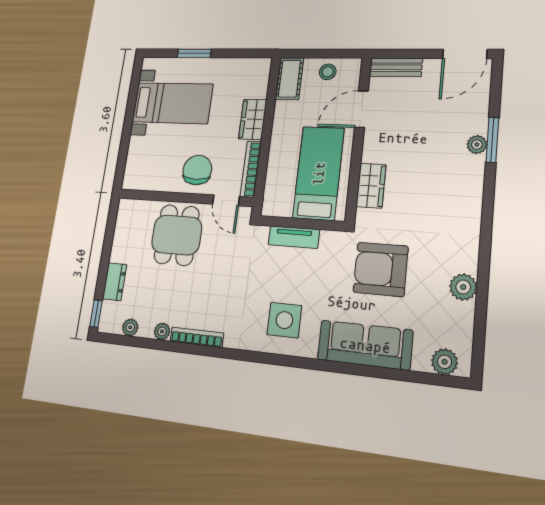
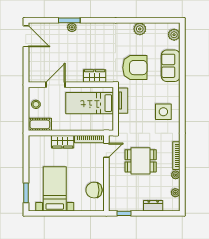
window: (194, 53) -> (26, 193), moved
bench: (396, 67) -> (33, 69), removed
door: (361, 109) -> (56, 85), swing flipped
chair: (197, 170) -> (94, 190), moved
dining table: (177, 235) -> (141, 161), moved
tv unit: (294, 237) -> (123, 101), moved
armchair: (381, 269) -> (135, 68), turned -90
window: (96, 313) -> (124, 213), moved
sofa: (365, 345) -> (171, 66), width x0.73

